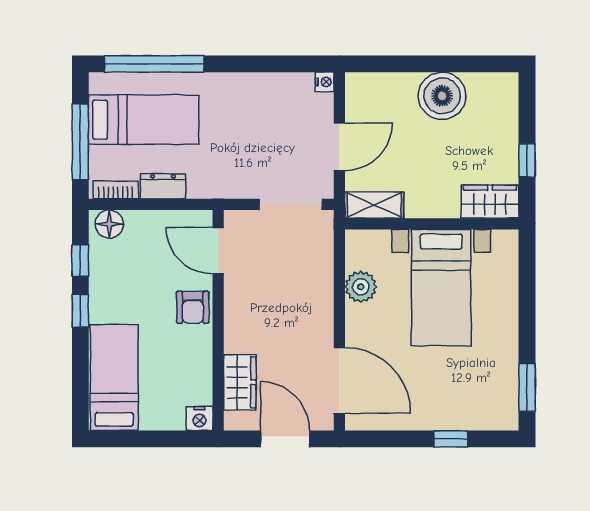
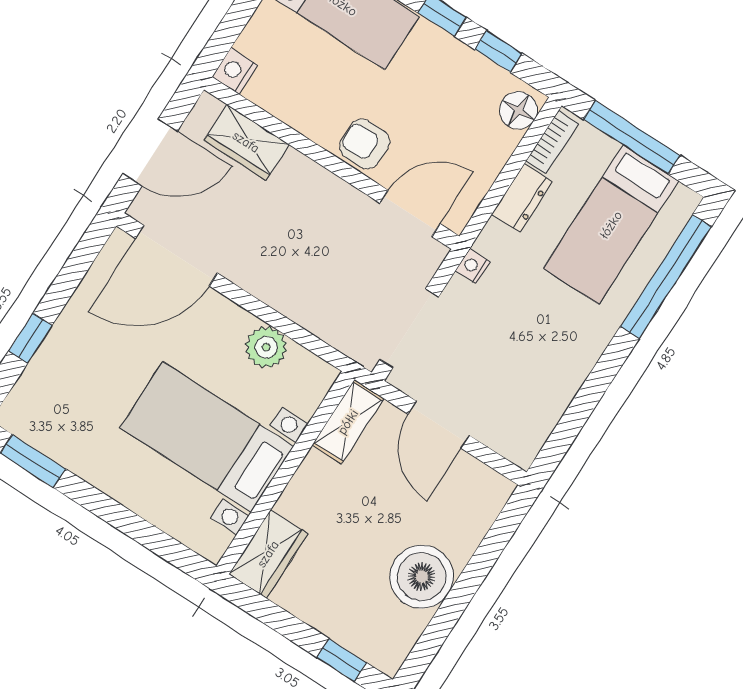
nightstand: (325, 82) -> (473, 266), moved, turned 90
window: (527, 160) -> (342, 660), moved

